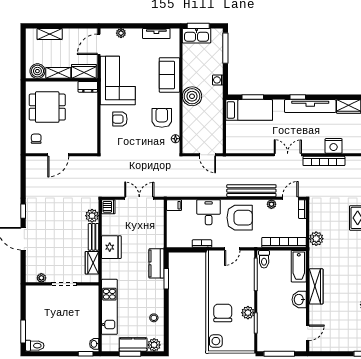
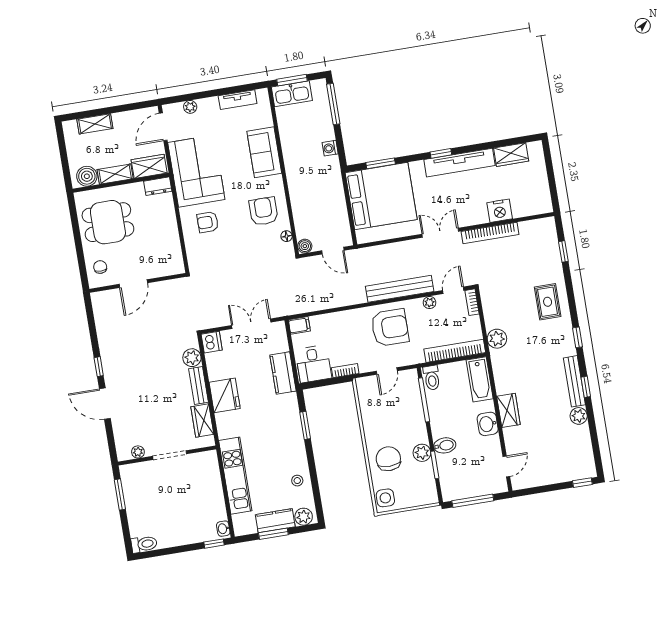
boiler: (192, 96) -> (305, 246), moved, width x0.54, depth x0.54
bed: (249, 110) -> (381, 196), width x2.04
desk: (209, 212) -> (313, 364), moved, turned 180
kitchen counter: (156, 263) -> (283, 373), moved
wardrobe: (316, 286) -> (508, 410), width x0.67
bidet: (265, 310) -> (445, 445), added
window: (23, 331) -> (120, 494), moved

